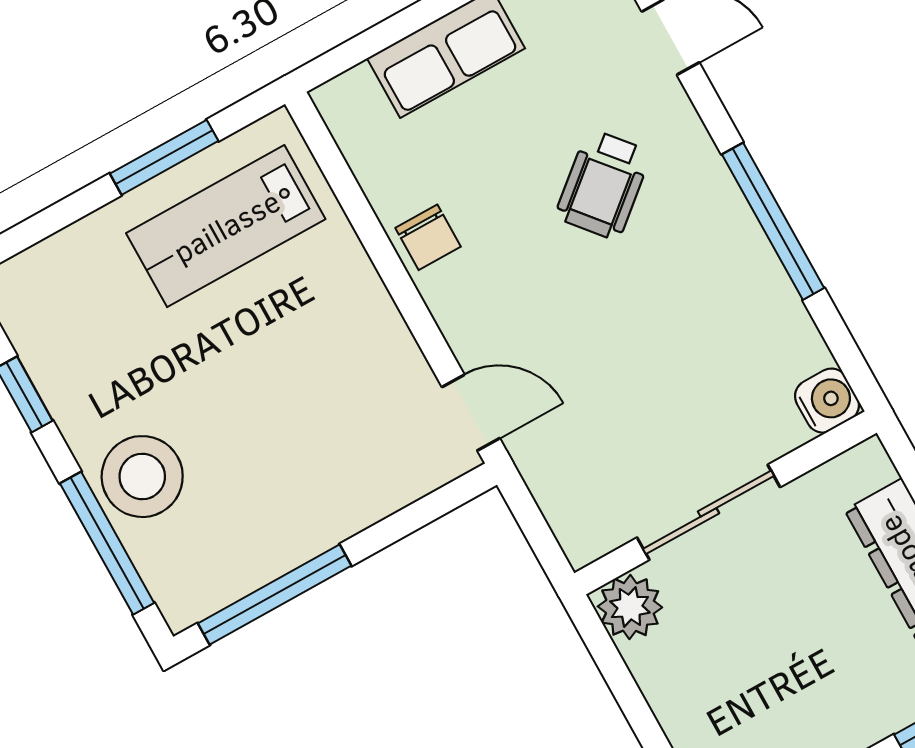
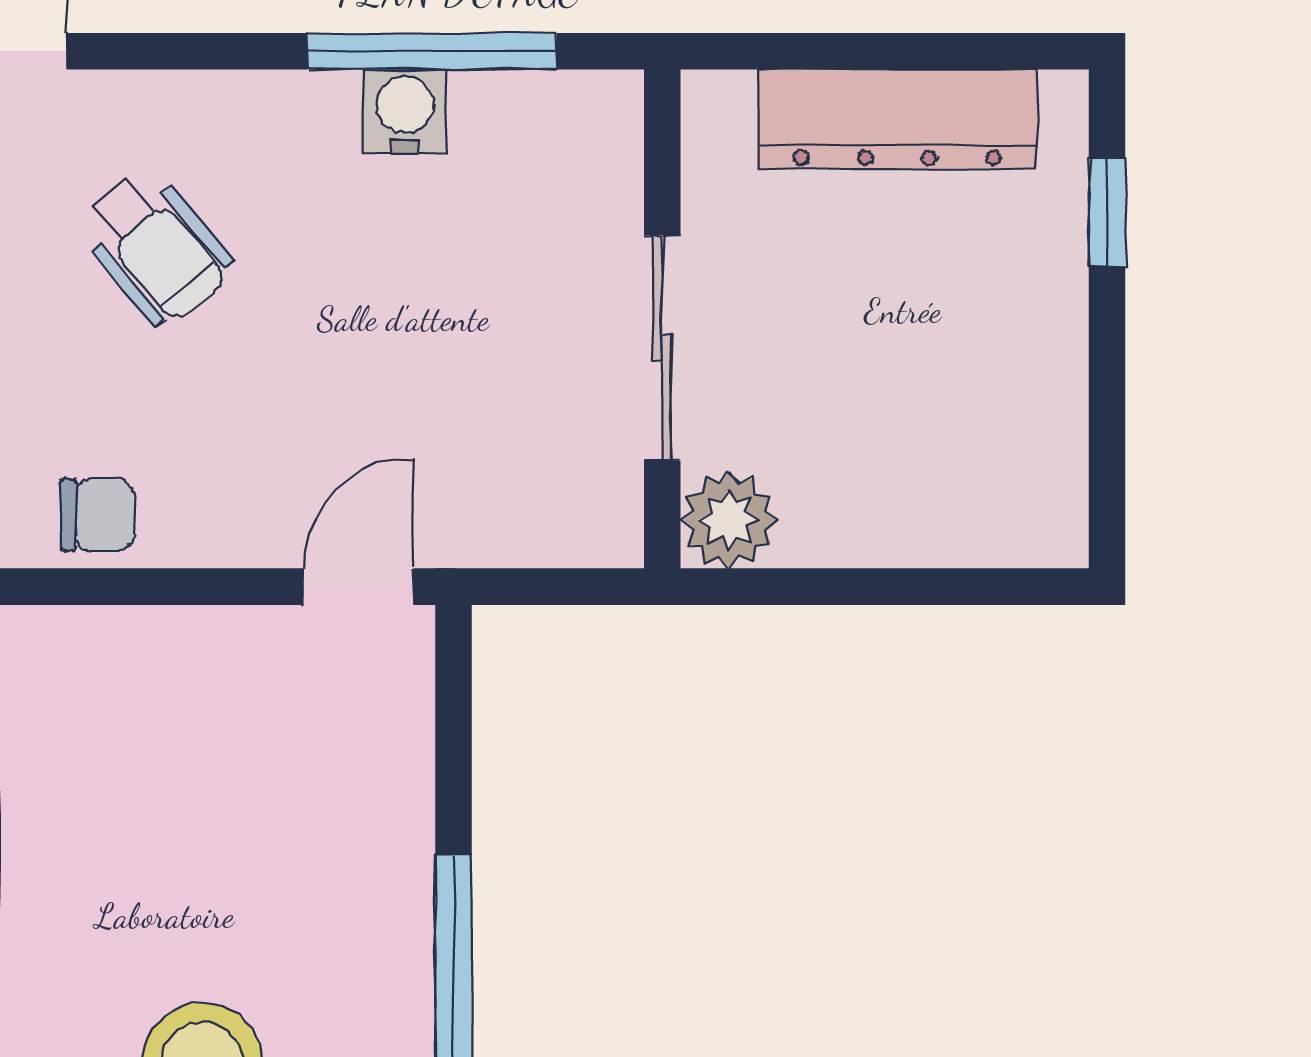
window: (773, 221) -> (432, 51), moved
water cooler: (827, 401) -> (404, 111), moved

